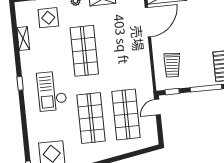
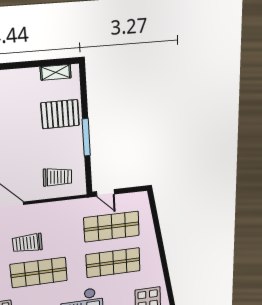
trolley: (113, 40) -> (27, 243), added
window: (172, 92) -> (88, 177), removed

